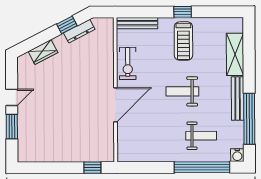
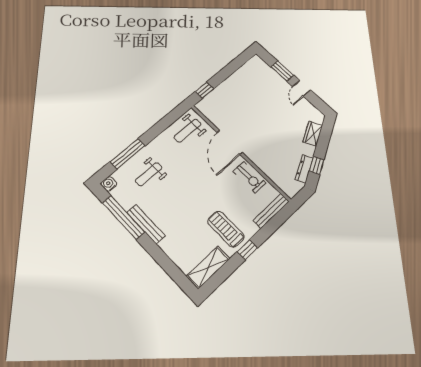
shelving: (235, 54) -> (208, 267), moved, turned 90
exercise bike: (128, 63) -> (249, 177), turned 180
weight bench: (182, 91) -> (188, 131), moved, turned 180
window: (202, 167) -> (128, 154), width x0.68

